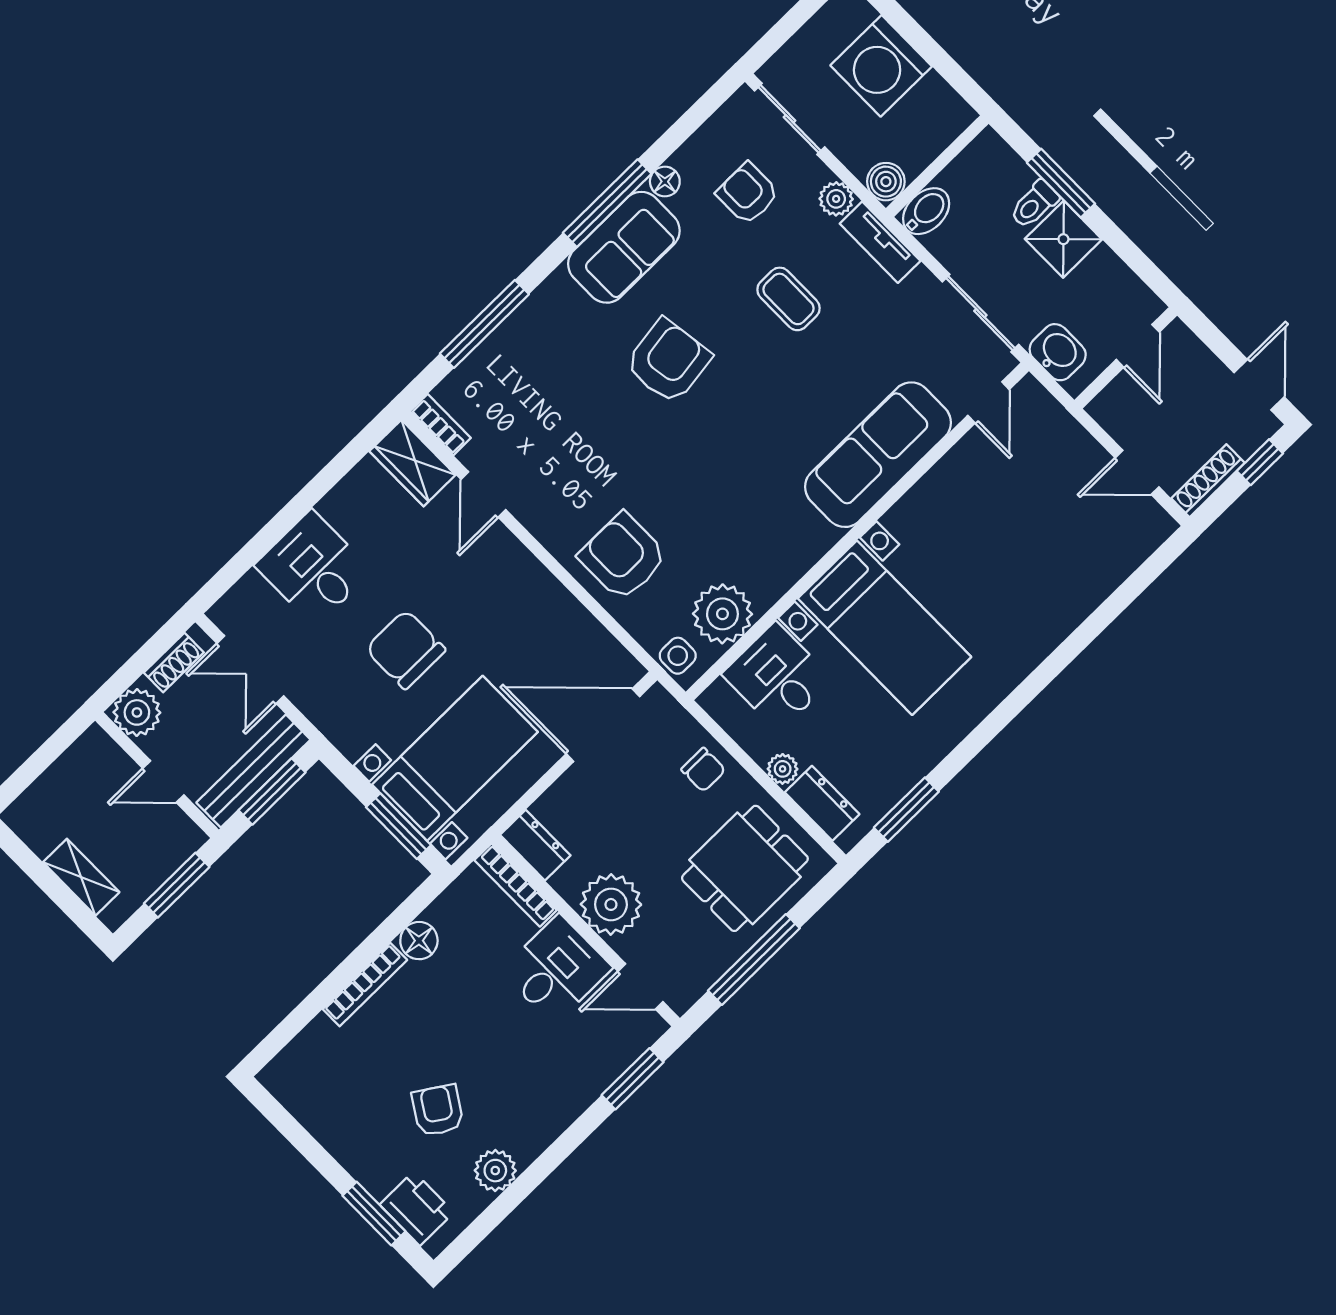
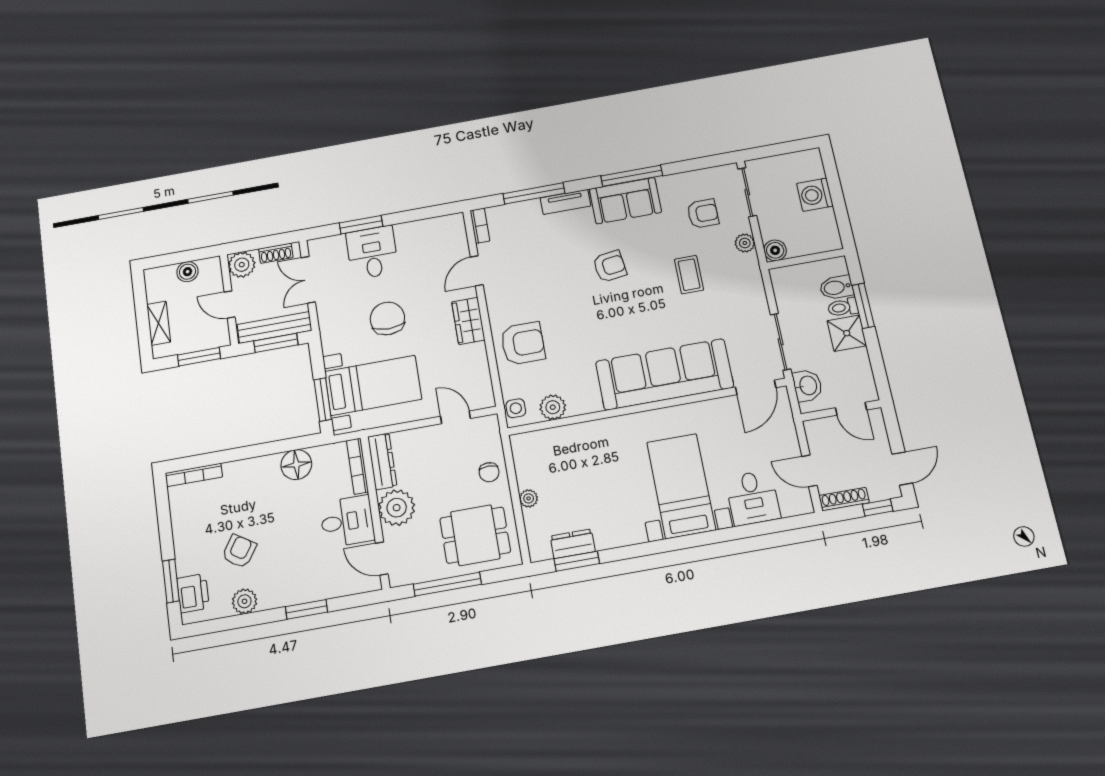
washing machine: (881, 66) -> (815, 195), width x0.73, depth x0.73
floor lamp: (665, 182) -> (666, 183), removed
armchair: (748, 194) -> (703, 214), turned 90
bidet: (926, 211) -> (836, 287), moved, turned 180
tv unit: (880, 242) -> (565, 202), moved, turned -90
door: (1138, 346) -> (851, 409), hinge flipped
armchair: (668, 361) -> (610, 266), width x0.72, depth x0.72
door: (989, 402) -> (756, 387), width x1.38
sofa: (878, 455) -> (664, 374), width x1.36, depth x1.27
wardrobe: (412, 463) -> (468, 321), moved
window: (267, 538) -> (361, 225), added
armchair: (623, 557) -> (523, 343), turned 90
plant: (722, 614) -> (553, 407), width x0.73, depth x0.73
bed with nightstands: (885, 628) -> (681, 486), moved, turned 180
desk: (777, 677) -> (753, 498), moved, turned 180
door: (603, 725) -> (455, 417), width x0.53
boiler: (65, 776) -> (188, 272), added
dresser: (822, 803) -> (573, 544), moved, turned -90
dresser: (535, 845) -> (382, 461), width x1.44
floor lamp: (419, 941) -> (296, 465), width x1.38, depth x1.38
bookcase: (365, 985) -> (194, 475), moved
window: (633, 1079) -> (306, 609), moved

